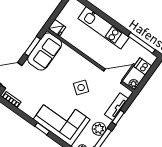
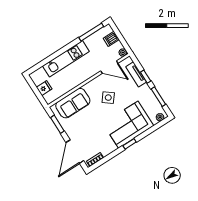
fridge: (57, 28) -> (44, 88), moved
sofa: (45, 52) -> (73, 103), moved, turned 90
door: (113, 76) -> (109, 67), swing flipped
plant: (99, 129) -> (149, 96), removed

